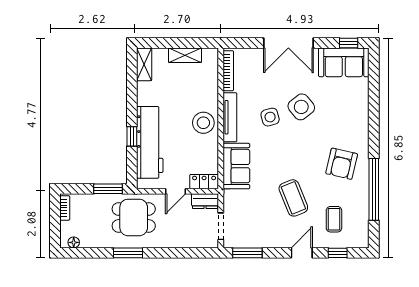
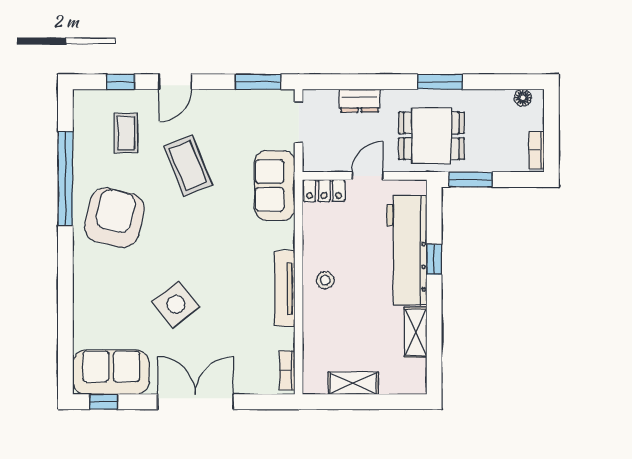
shelving: (144, 64) -> (416, 332), moved
bookcase: (228, 71) -> (287, 370), width x0.64
side table: (270, 117) -> (223, 289), removed
stool: (203, 123) -> (325, 280), width x0.53, depth x0.53
armchair: (342, 164) -> (114, 218), width x1.36, depth x1.36
sofa: (236, 166) -> (275, 185), moved
dresser: (205, 201) -> (360, 101), moved, turned 180

